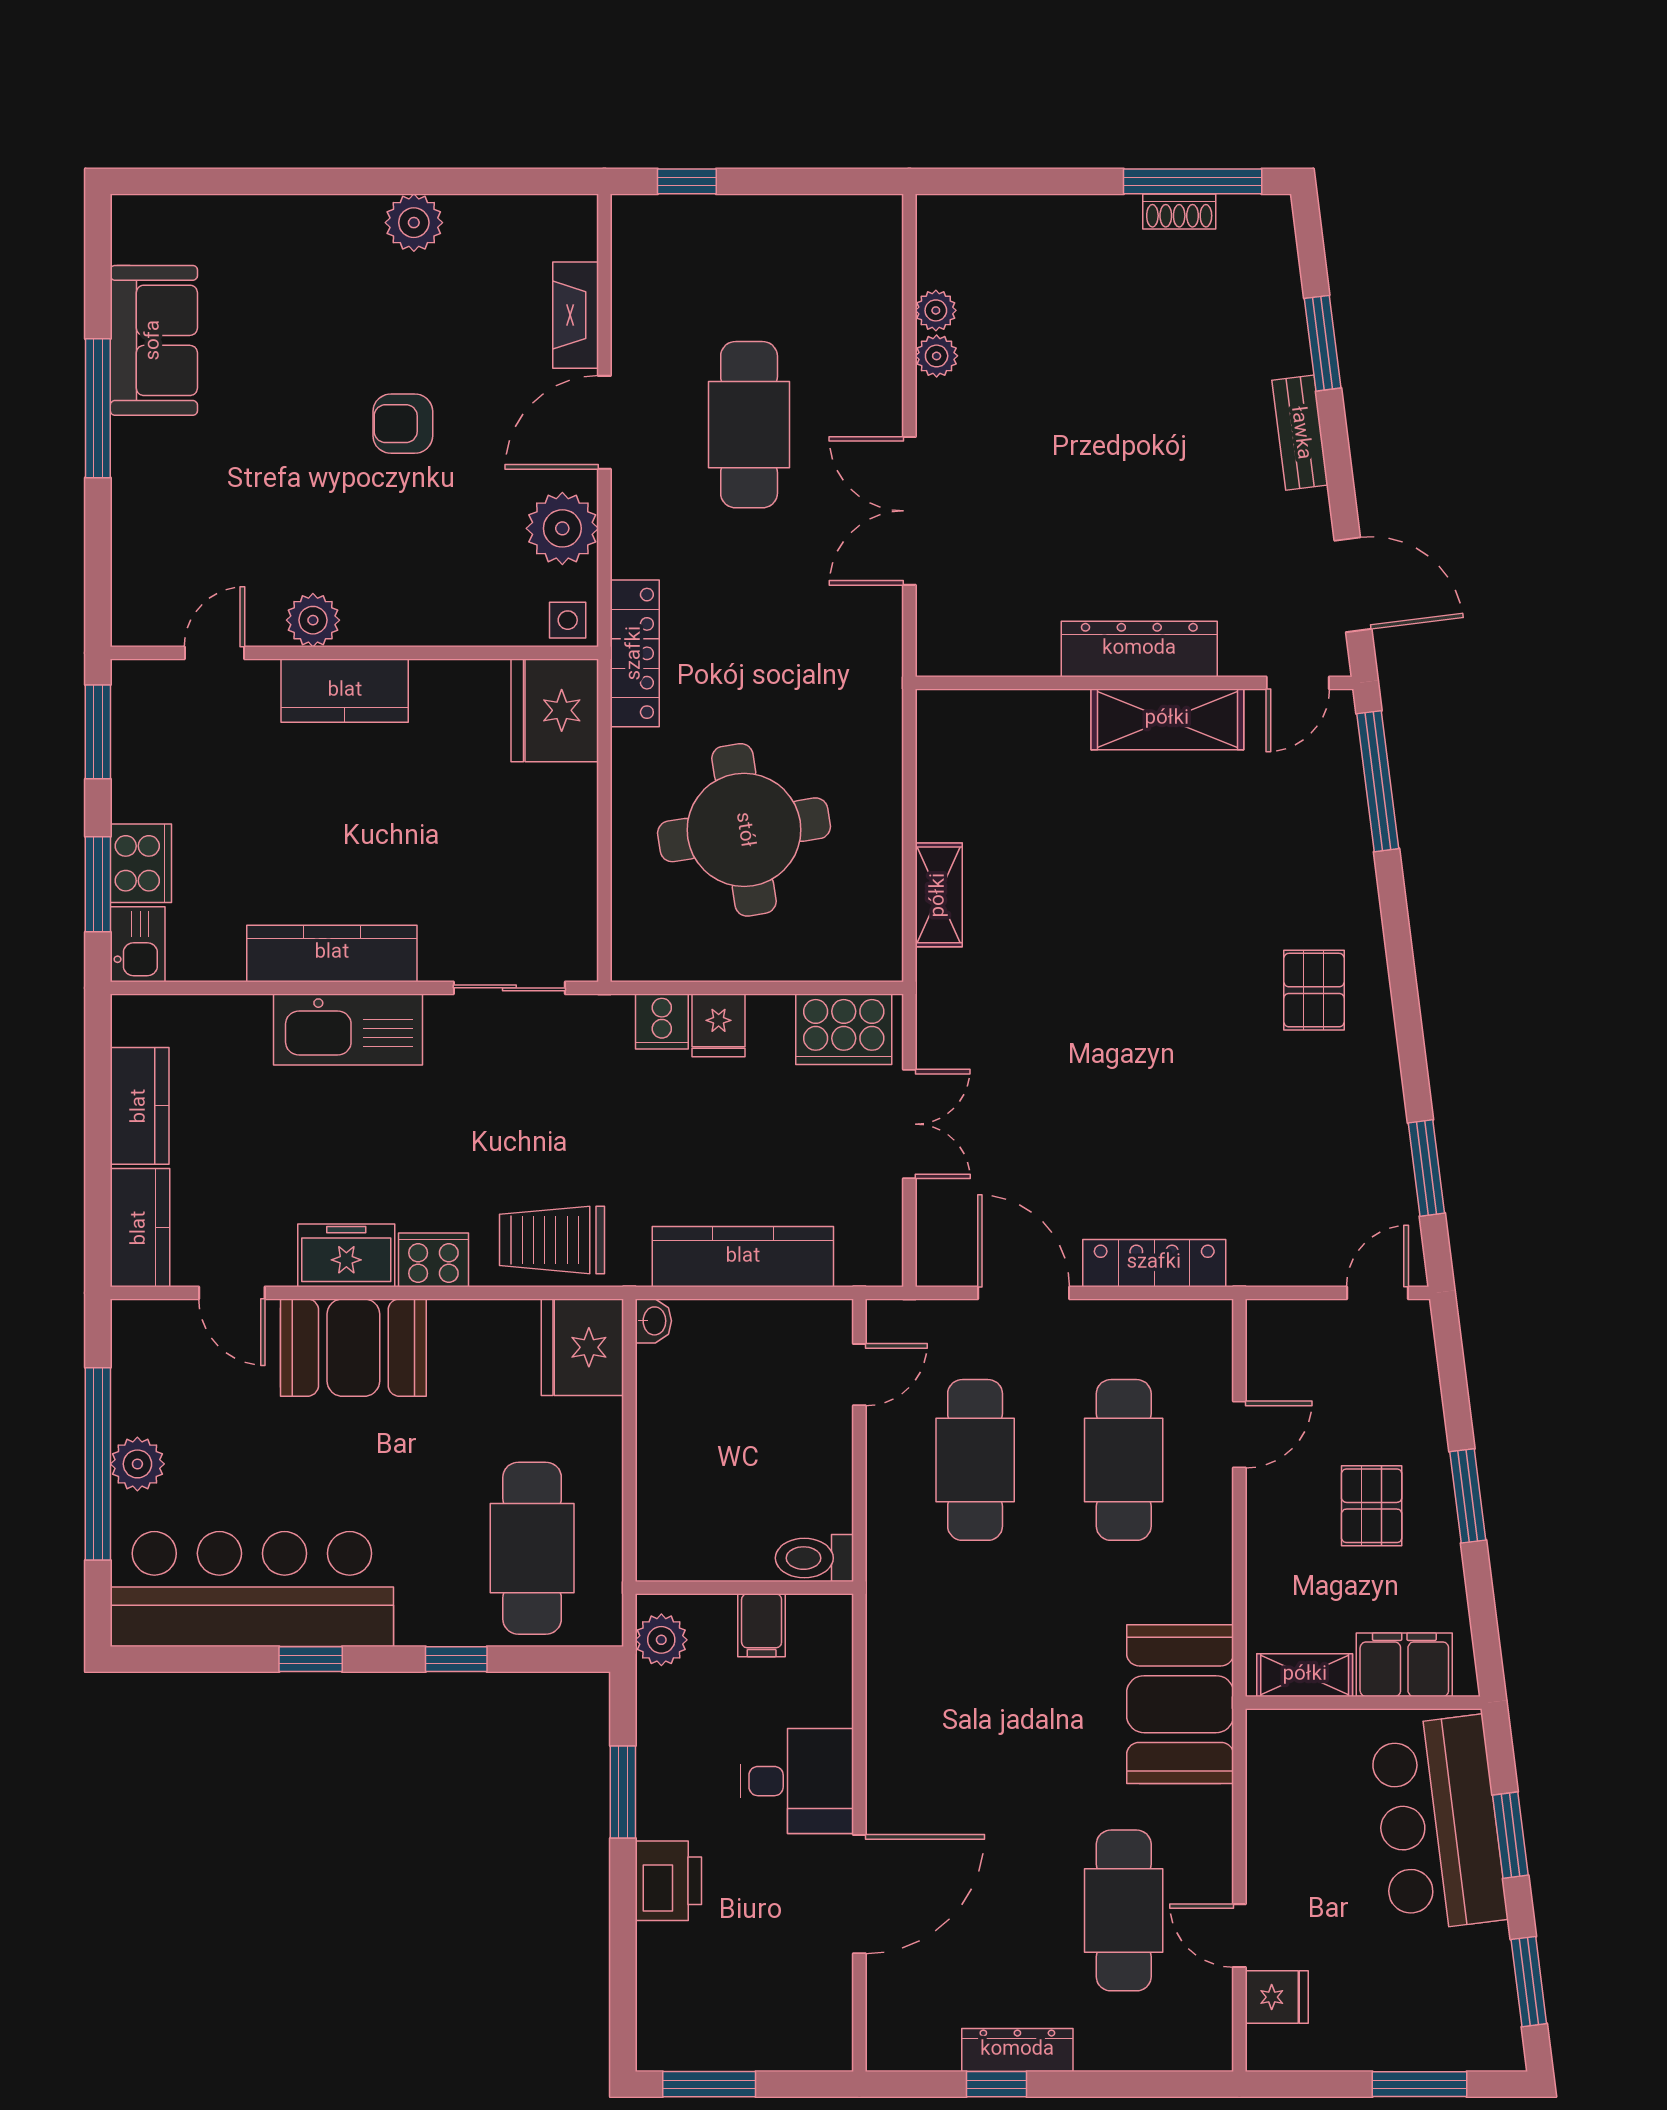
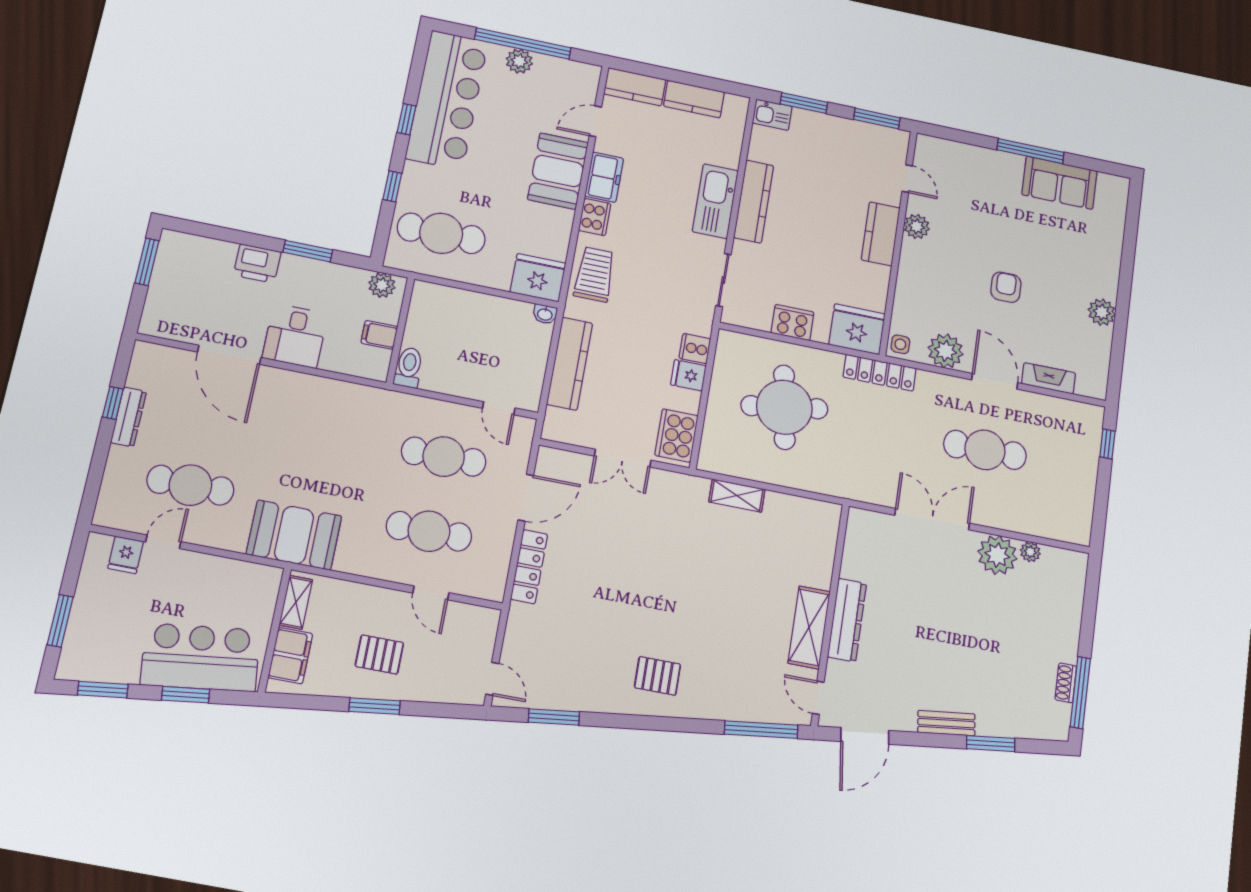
plant: (937, 356) -> (997, 555), width x1.87, depth x1.87
cooker: (141, 863) -> (792, 322), moved, turned 180

